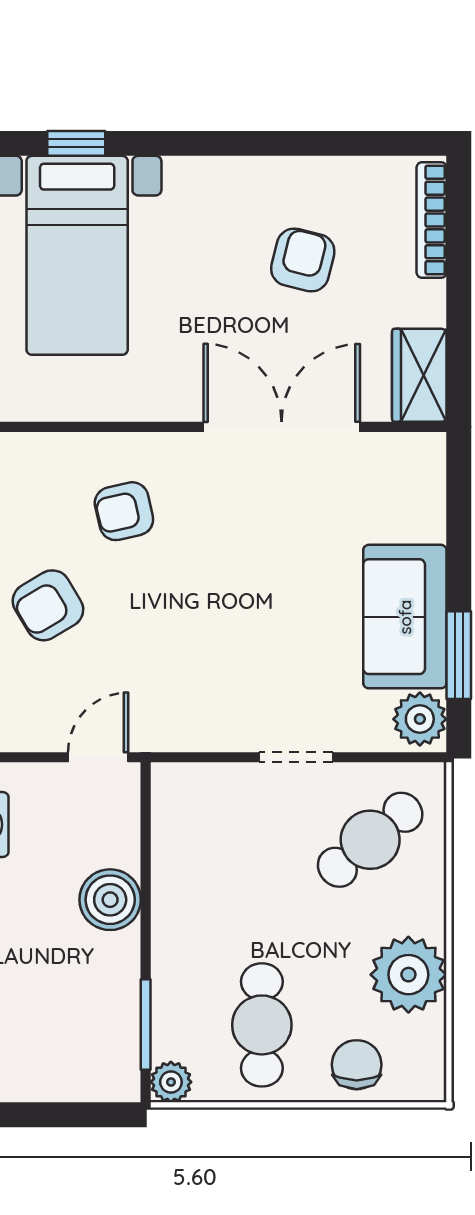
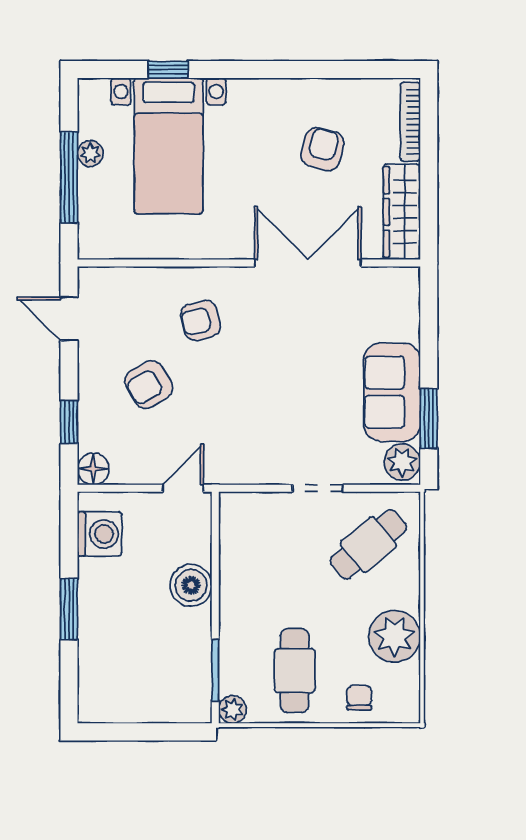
wardrobe: (419, 375) -> (402, 212), width x1.50
chair: (357, 1065) -> (359, 698), width x0.73, depth x0.73

